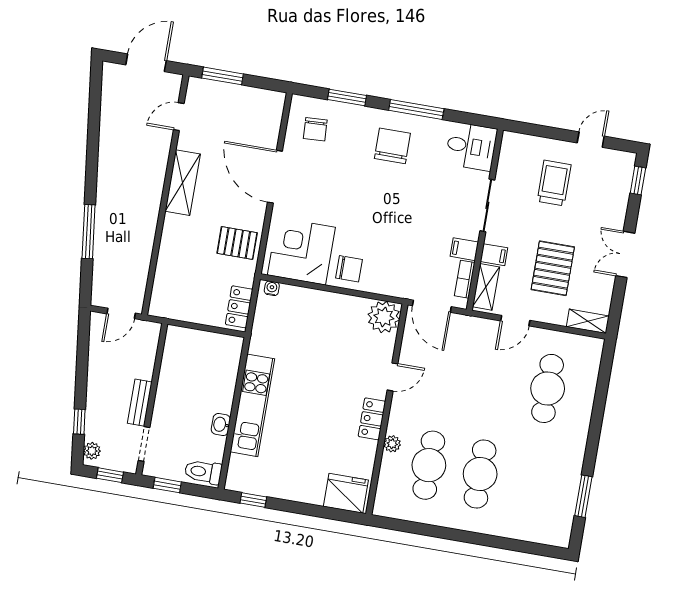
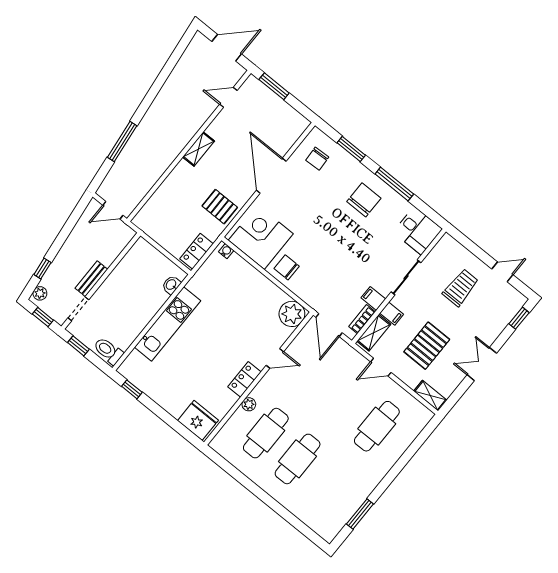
shelving: (183, 183) -> (199, 149), width x0.67, depth x0.75
chair: (349, 269) -> (287, 267), turned 180
washbasin: (221, 425) -> (171, 285), moved

